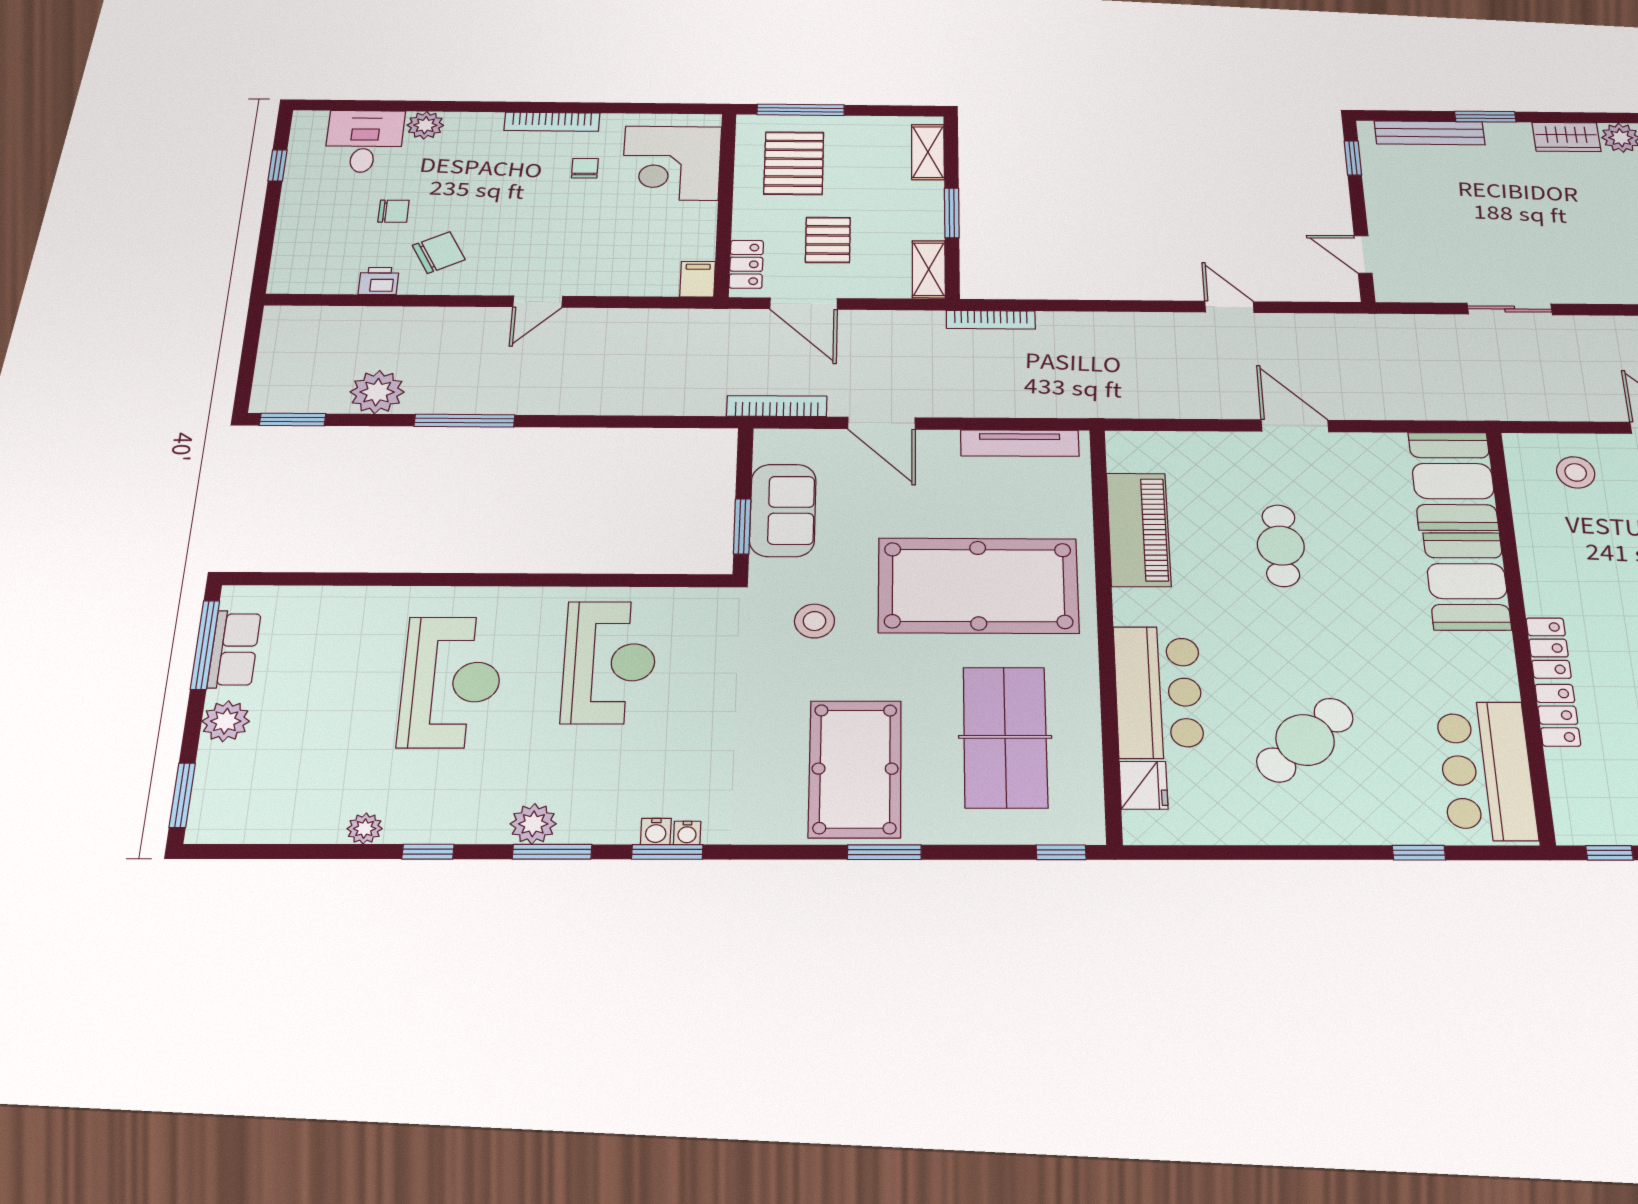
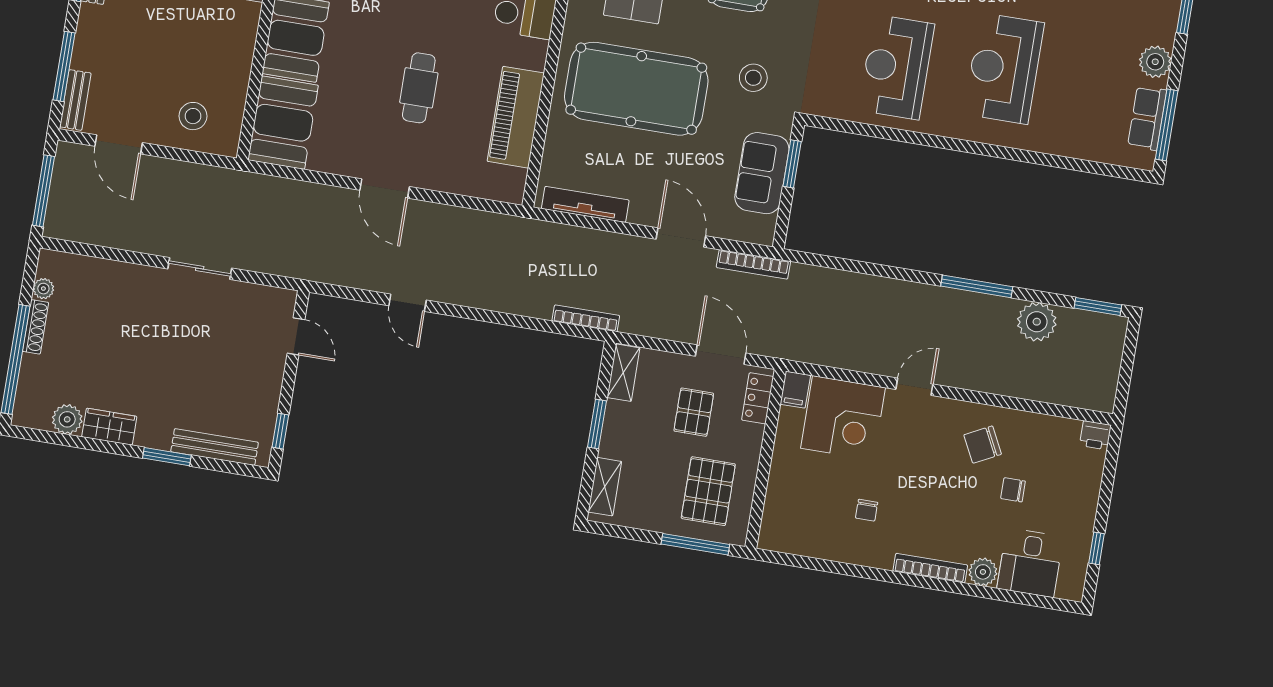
bookcase: (552, 122) -> (930, 568), moved
corner desk: (672, 163) -> (843, 418), moved, turned 90
printer: (379, 281) -> (1095, 435), moved

